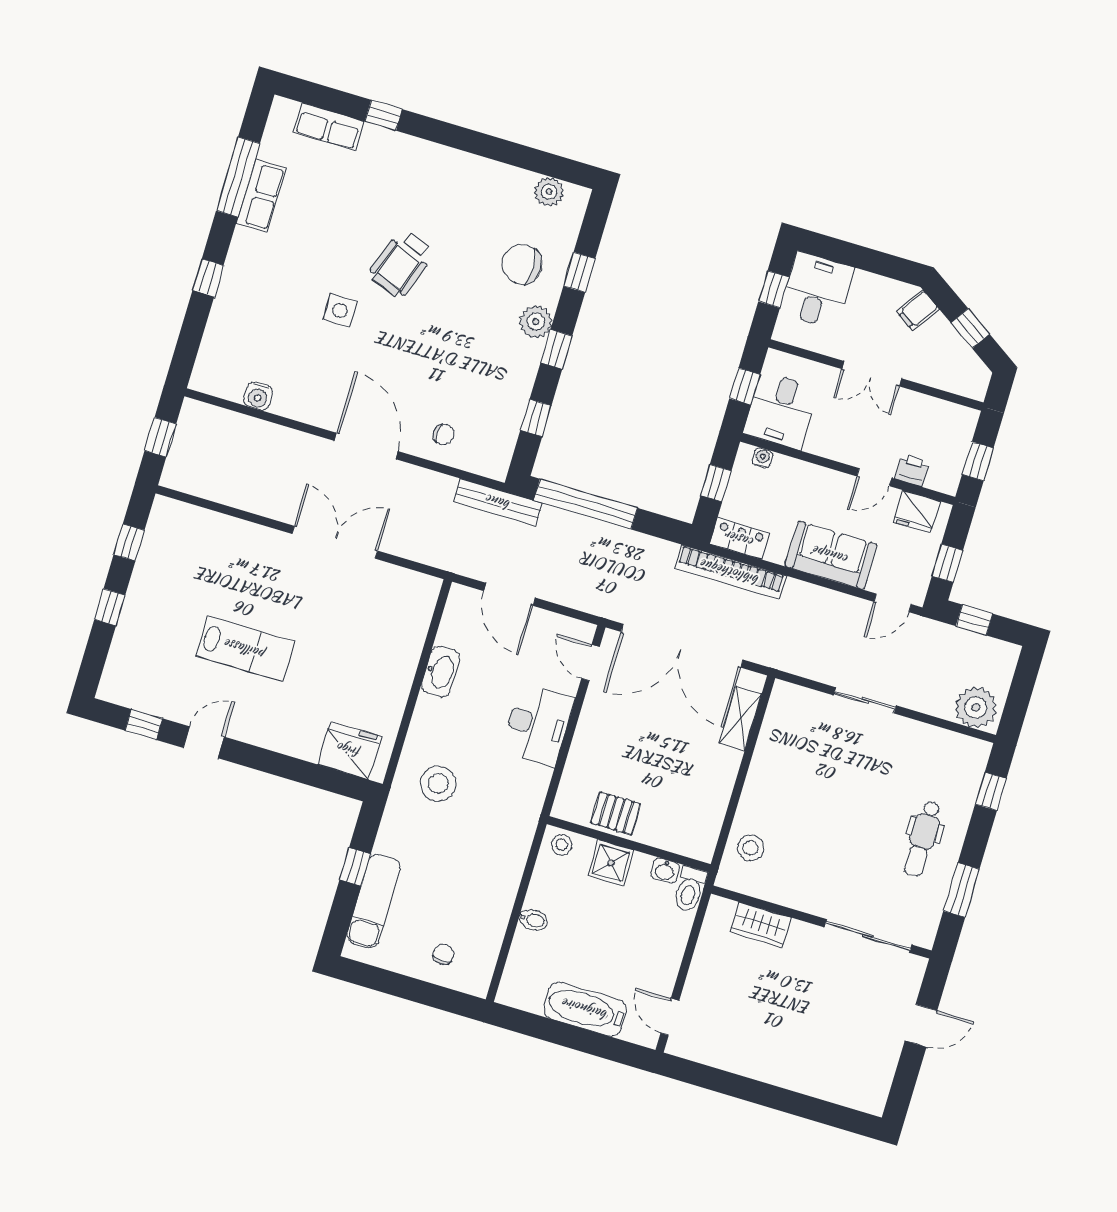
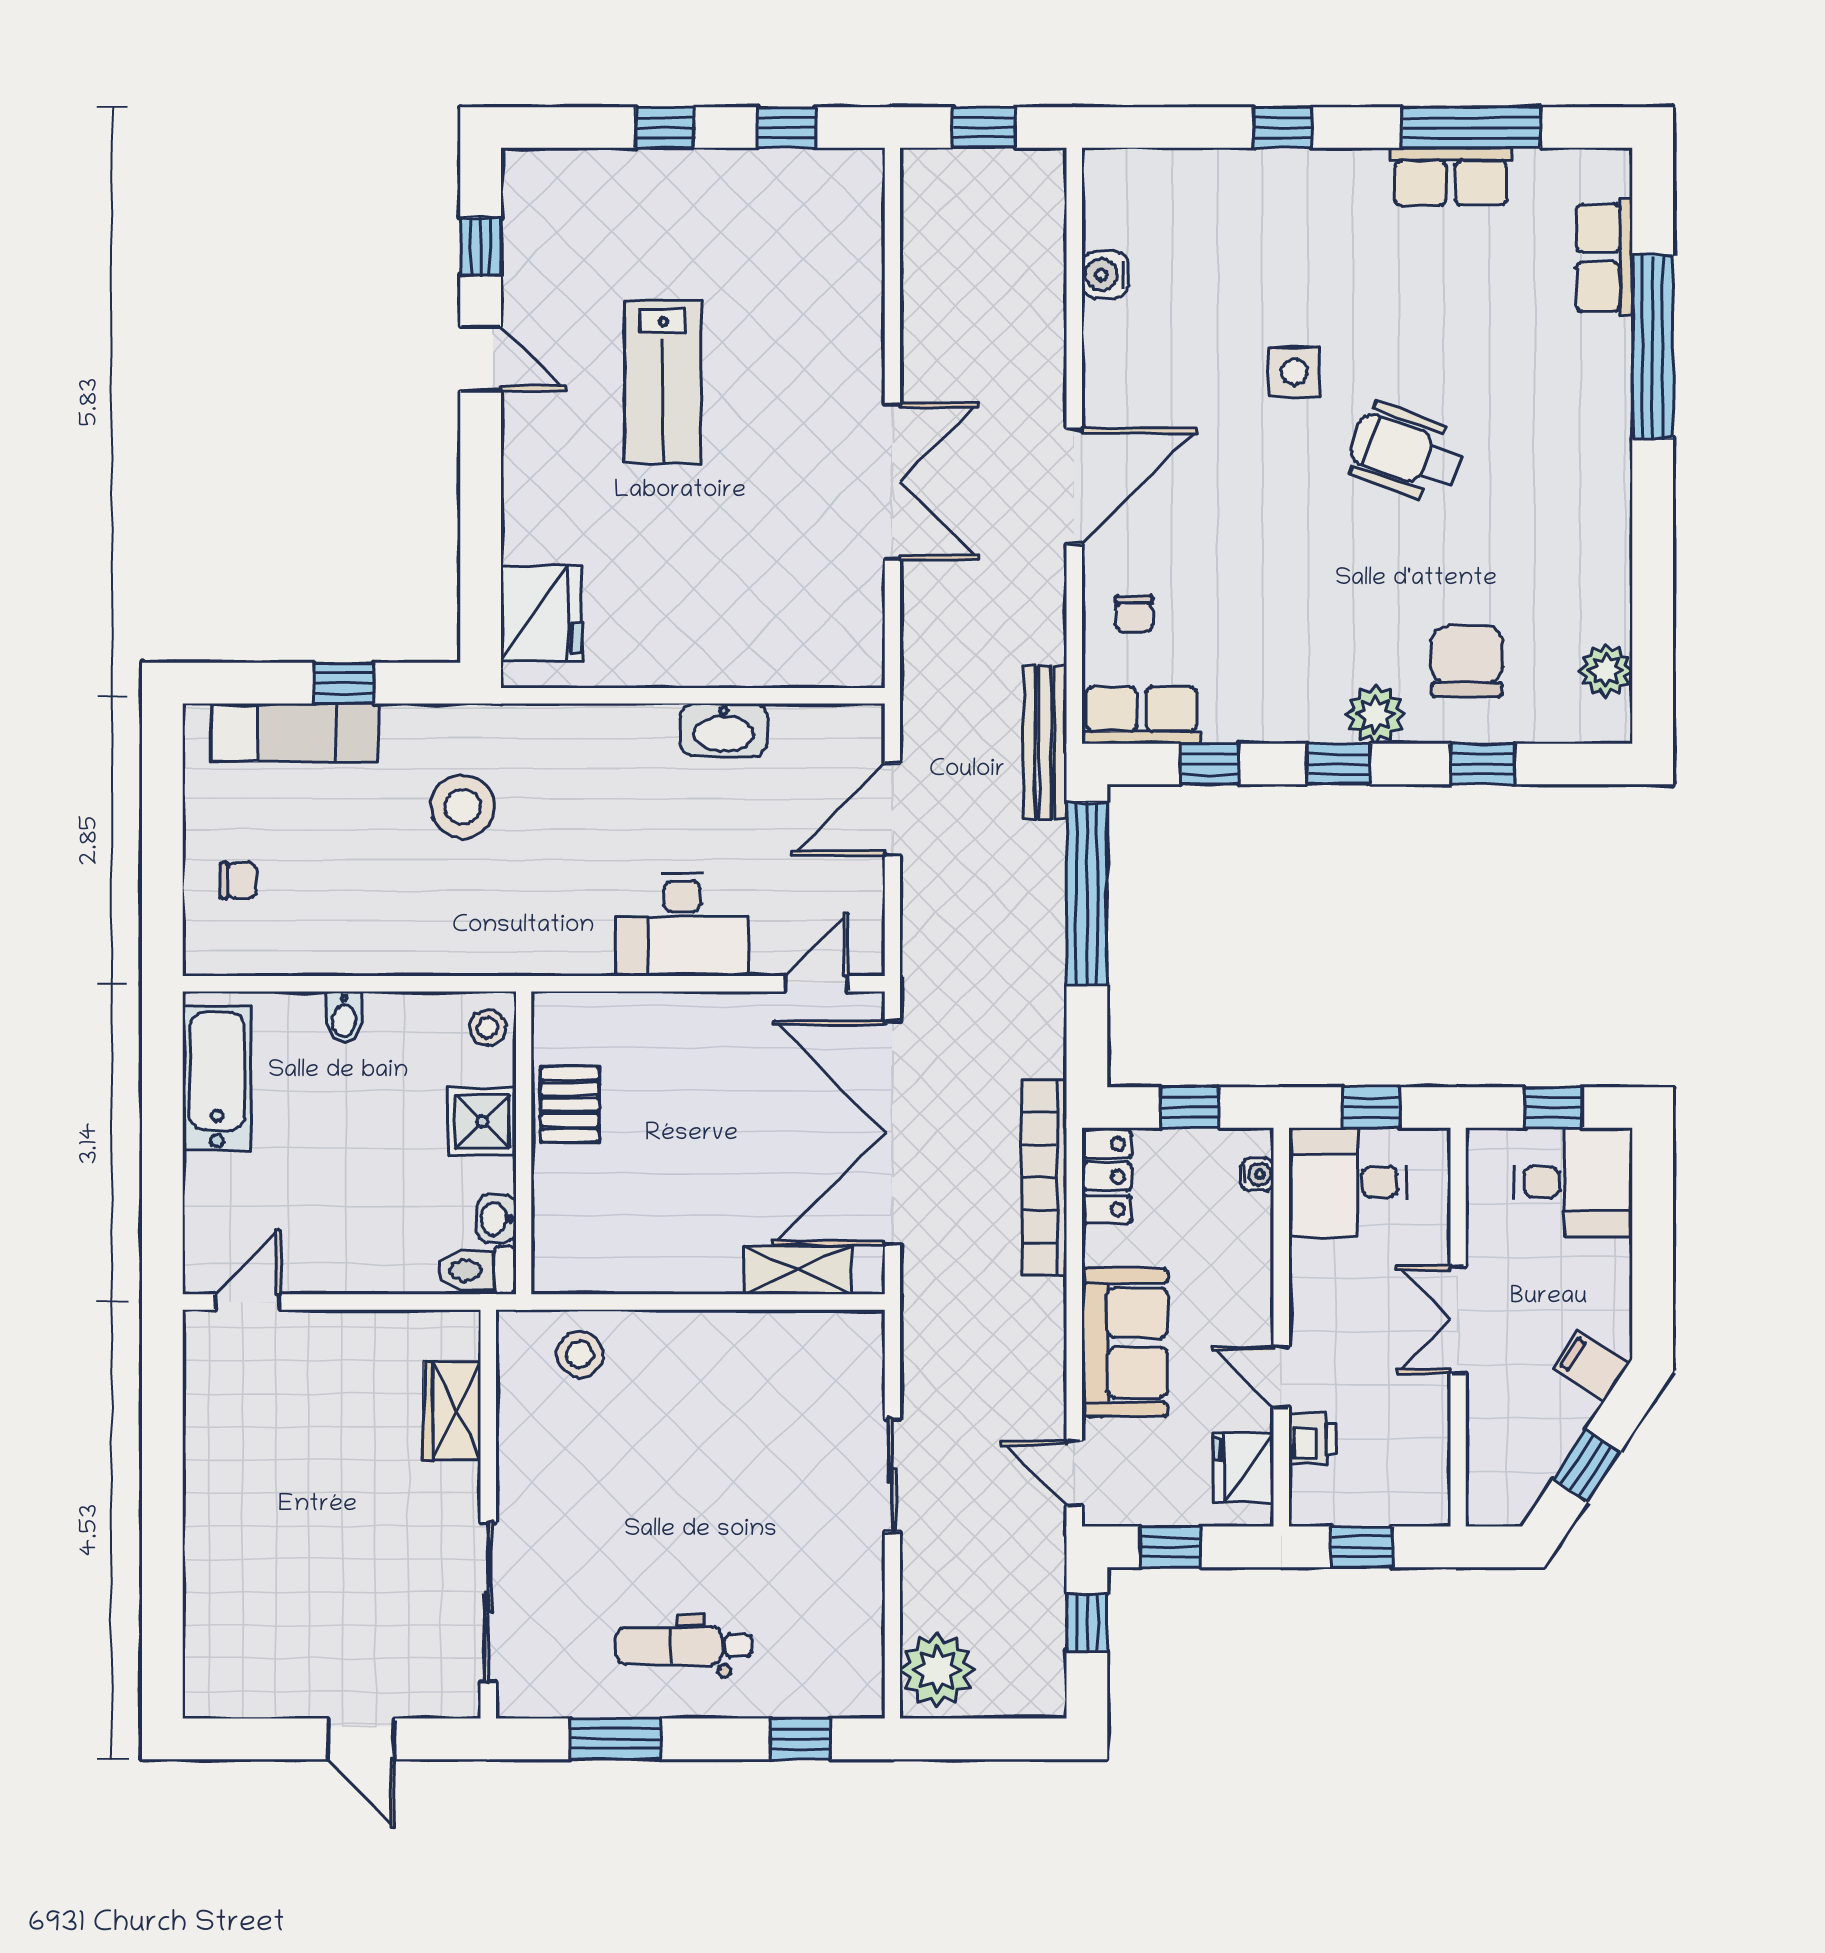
window: (384, 115) -> (1653, 346), width x3.17
row of seats: (499, 447) -> (1141, 715), added
stool: (438, 784) -> (463, 807), moved
bathtub: (585, 1009) -> (217, 1078), moved

